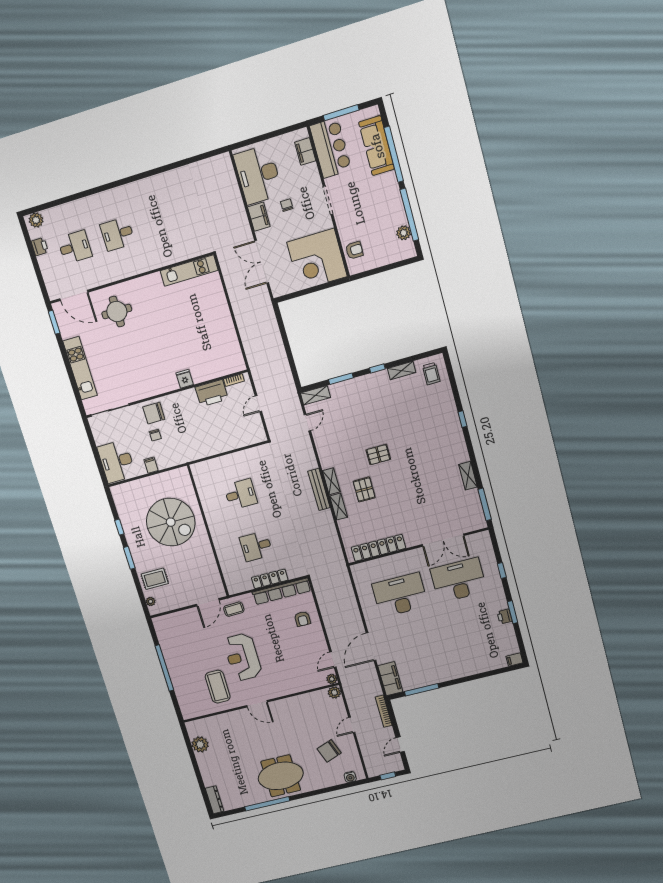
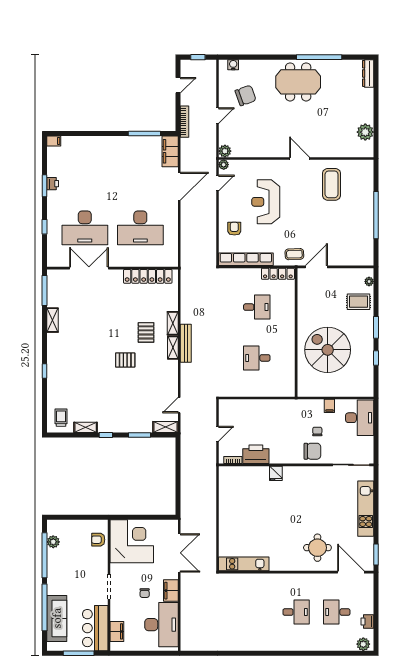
locker: (270, 579) -> (278, 274), moved
reception desk: (243, 657) -> (266, 202), moved, turned 180

